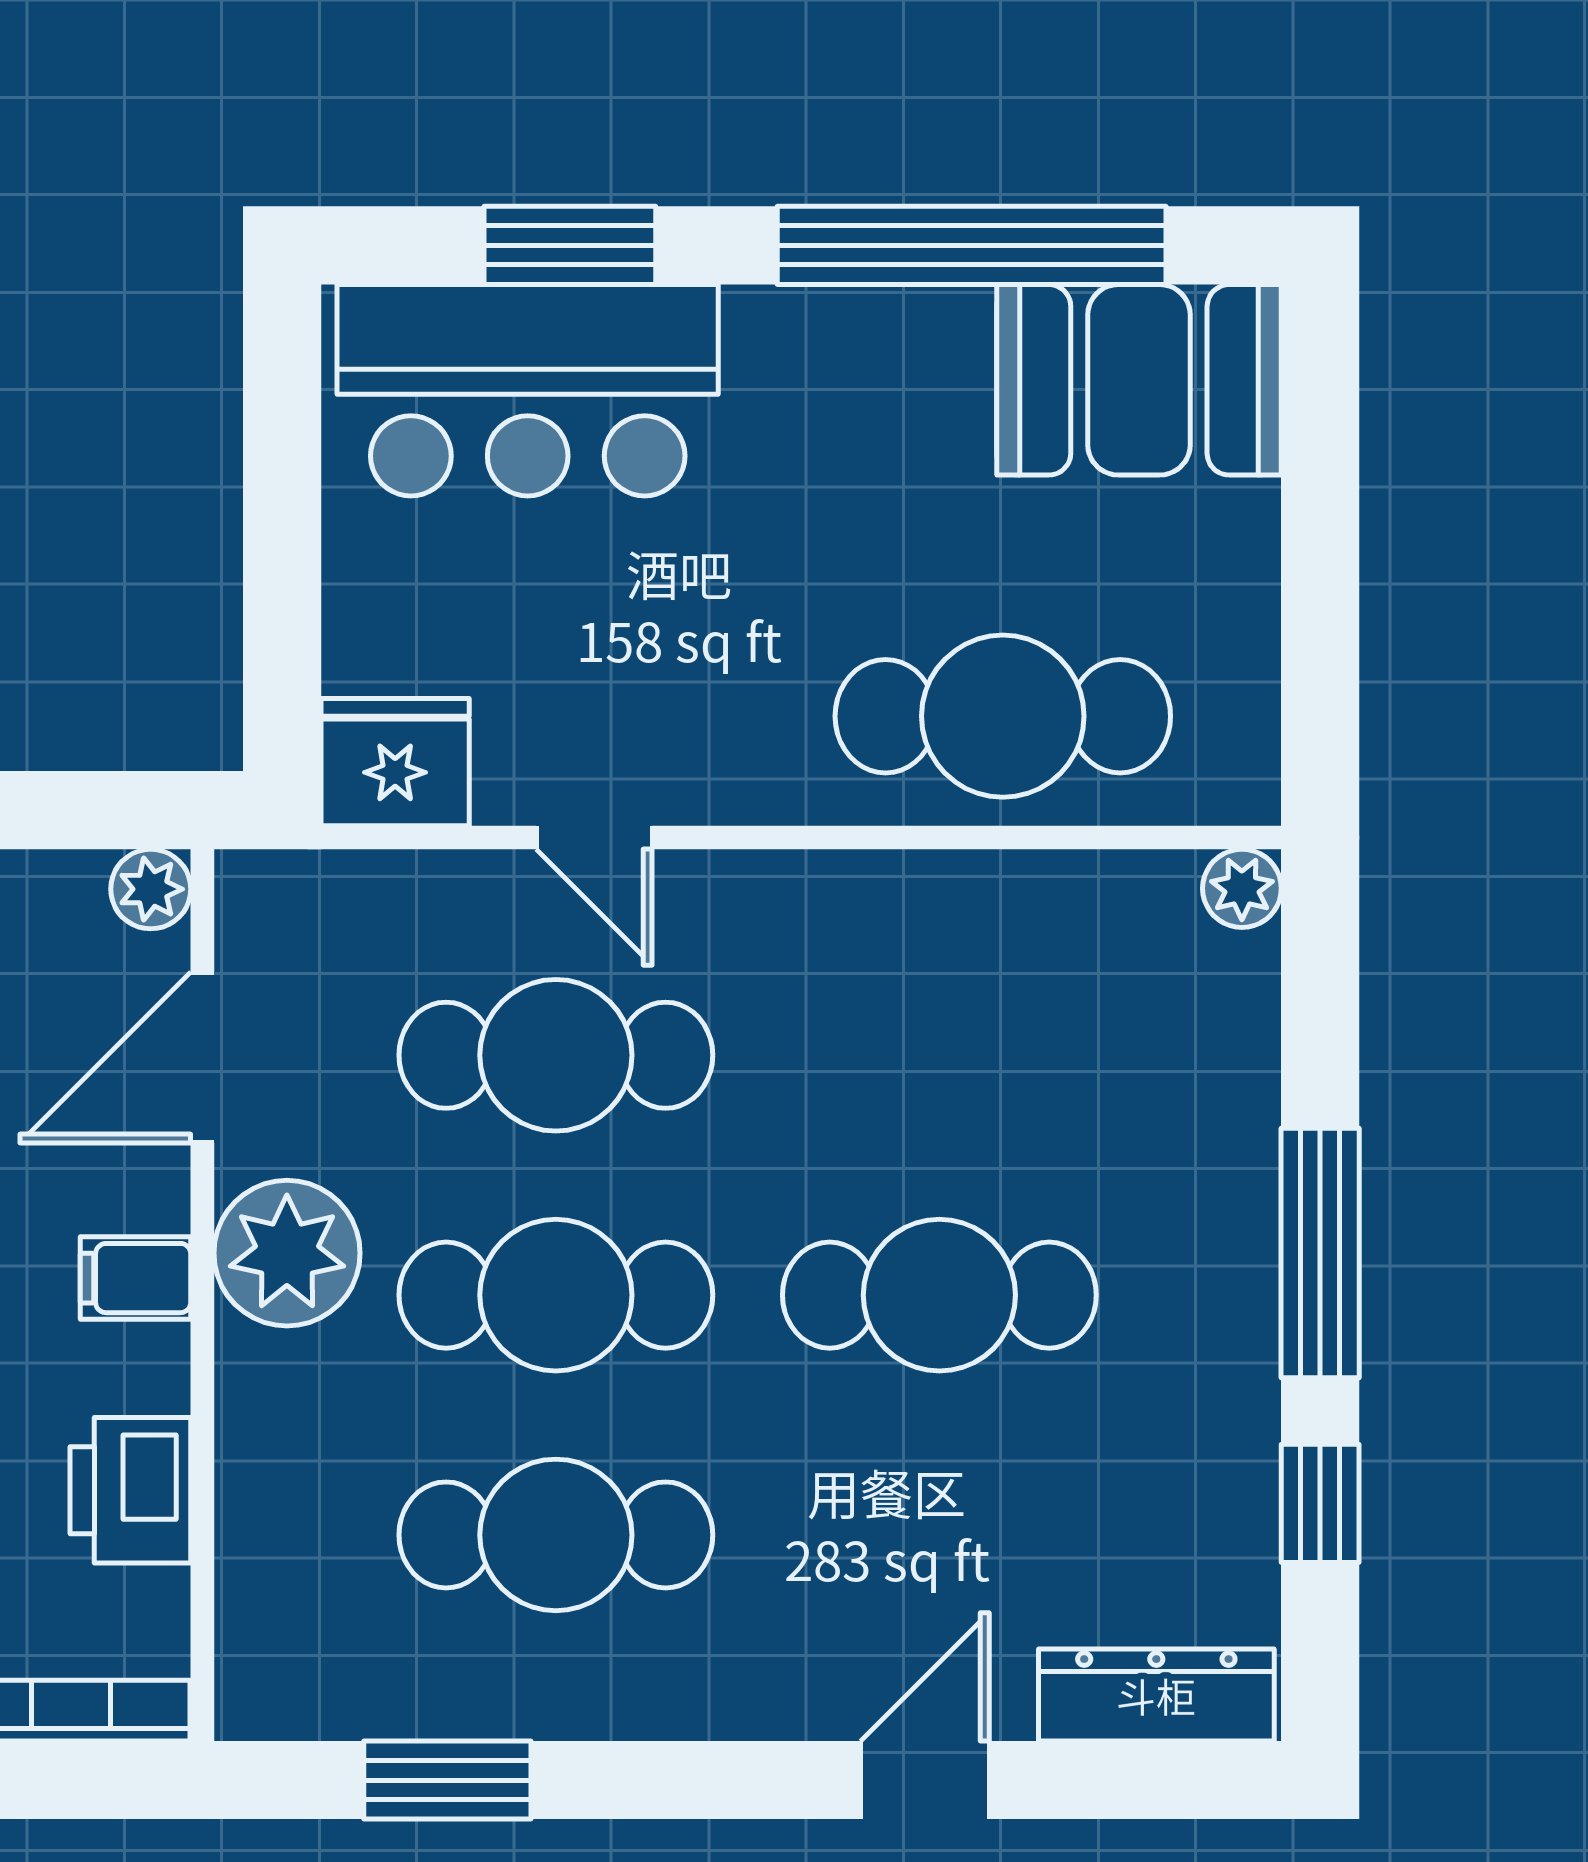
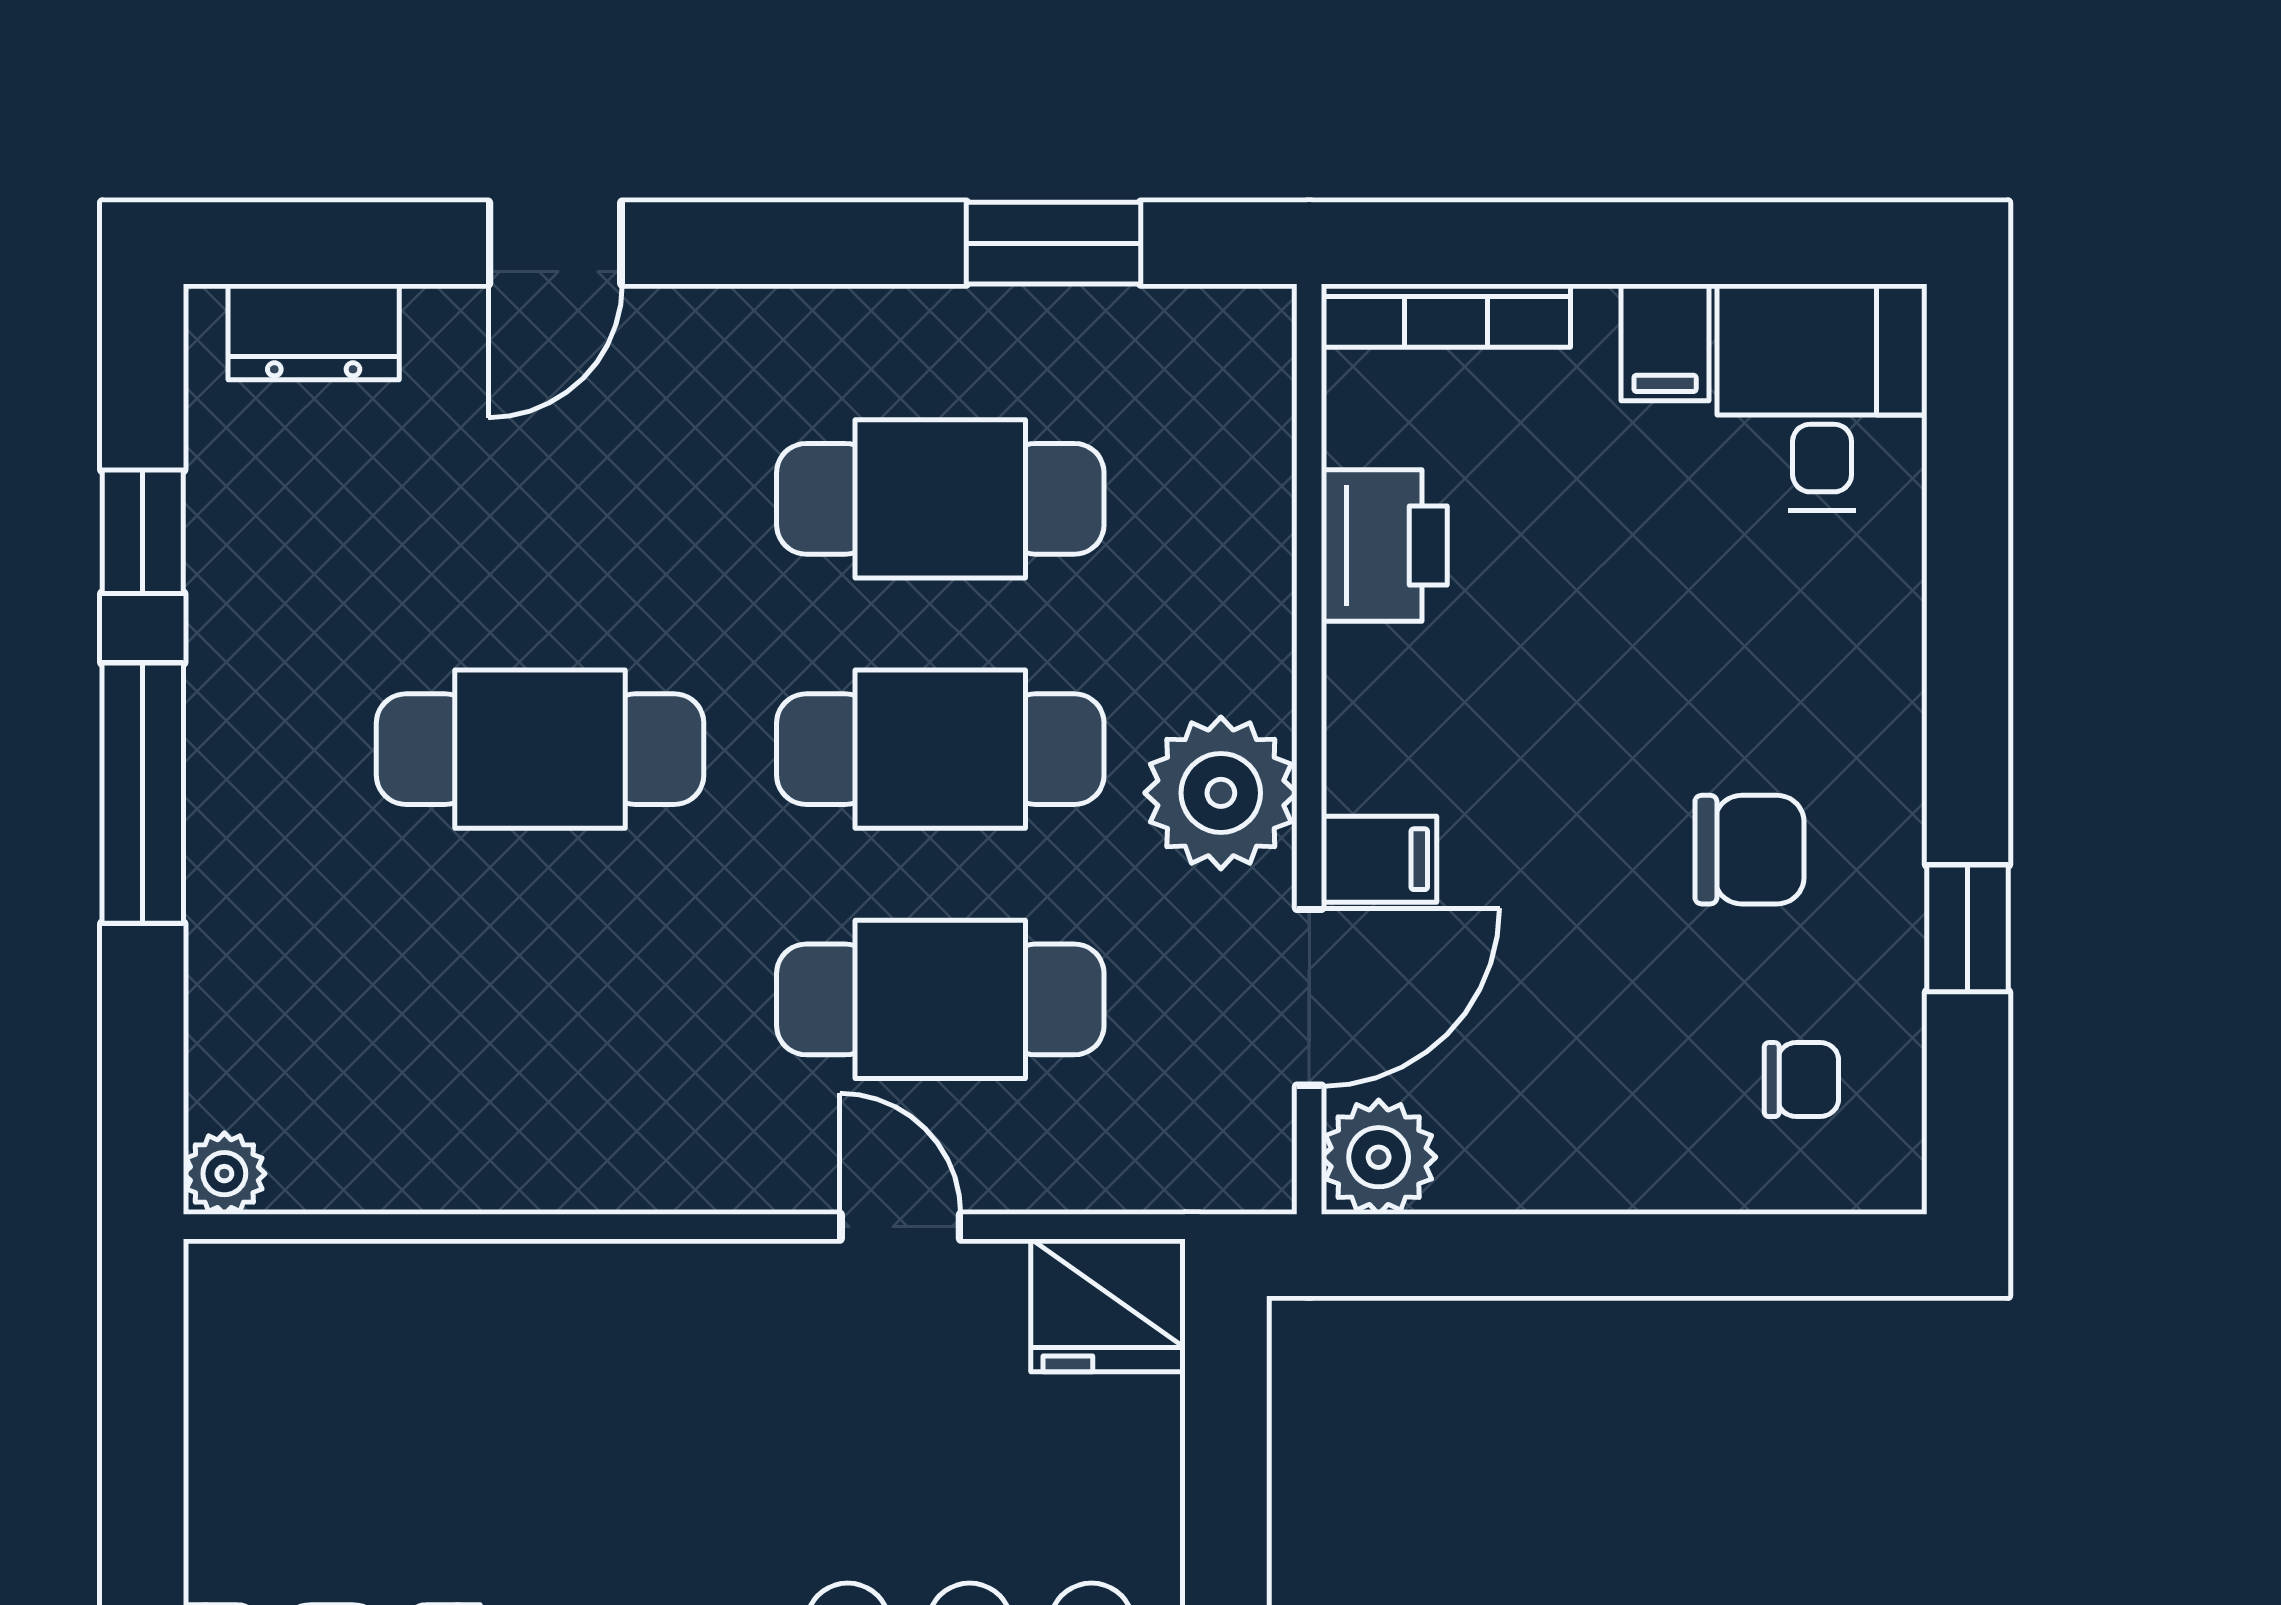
cafe table: (1003, 716) -> (474, 1353), removed
plant: (151, 889) -> (1379, 1157), width x1.38, depth x1.38
filing cabinet: (135, 1278) -> (1379, 859), moved
dresser: (1156, 1695) -> (314, 332), width x0.70

